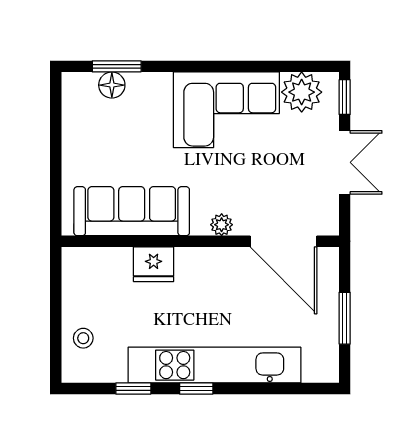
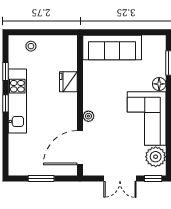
floor lamp: (112, 85) -> (159, 84), moved
sofa: (132, 211) -> (112, 47), moved, turned 90
kitchen unit: (214, 365) -> (17, 101), width x0.73

